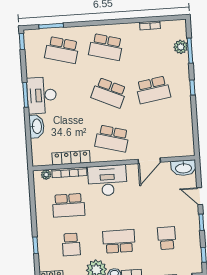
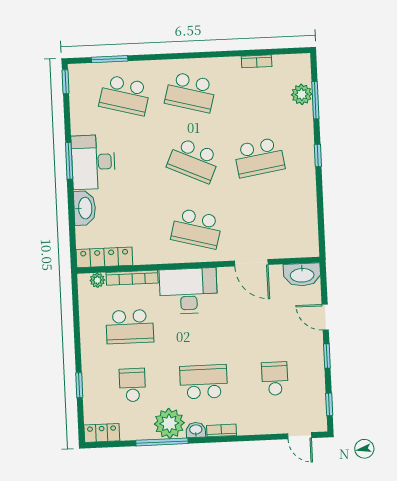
locker: (71, 158) -> (104, 257), moved
door: (149, 161) -> (251, 263), hinge flipped
school desk: (71, 244) -> (132, 385), turned 180

